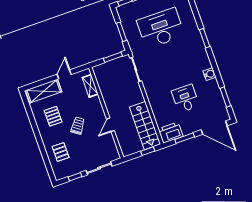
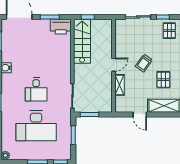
door: (64, 74) -> (140, 115), hinge flipped
shelving: (90, 86) -> (119, 85), moved
desk: (185, 98) -> (36, 89), moved
door: (110, 125) -> (114, 65), moved
pallet: (61, 152) -> (169, 31), moved

